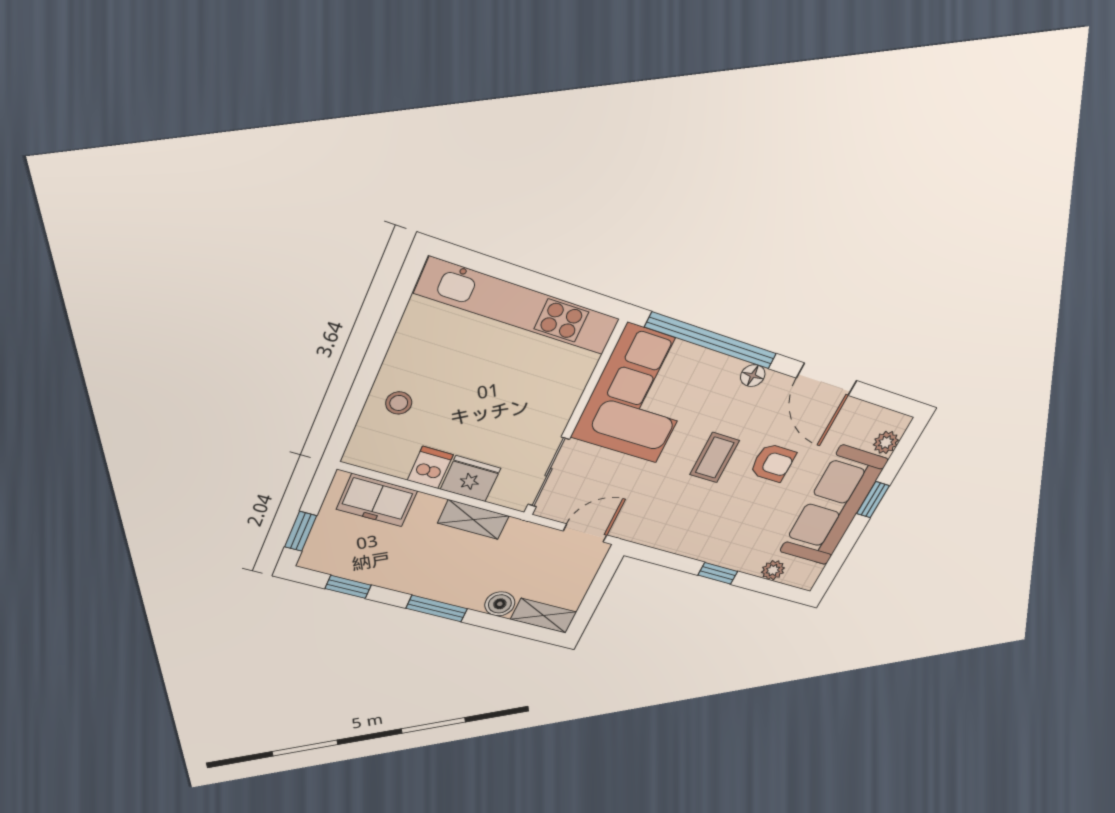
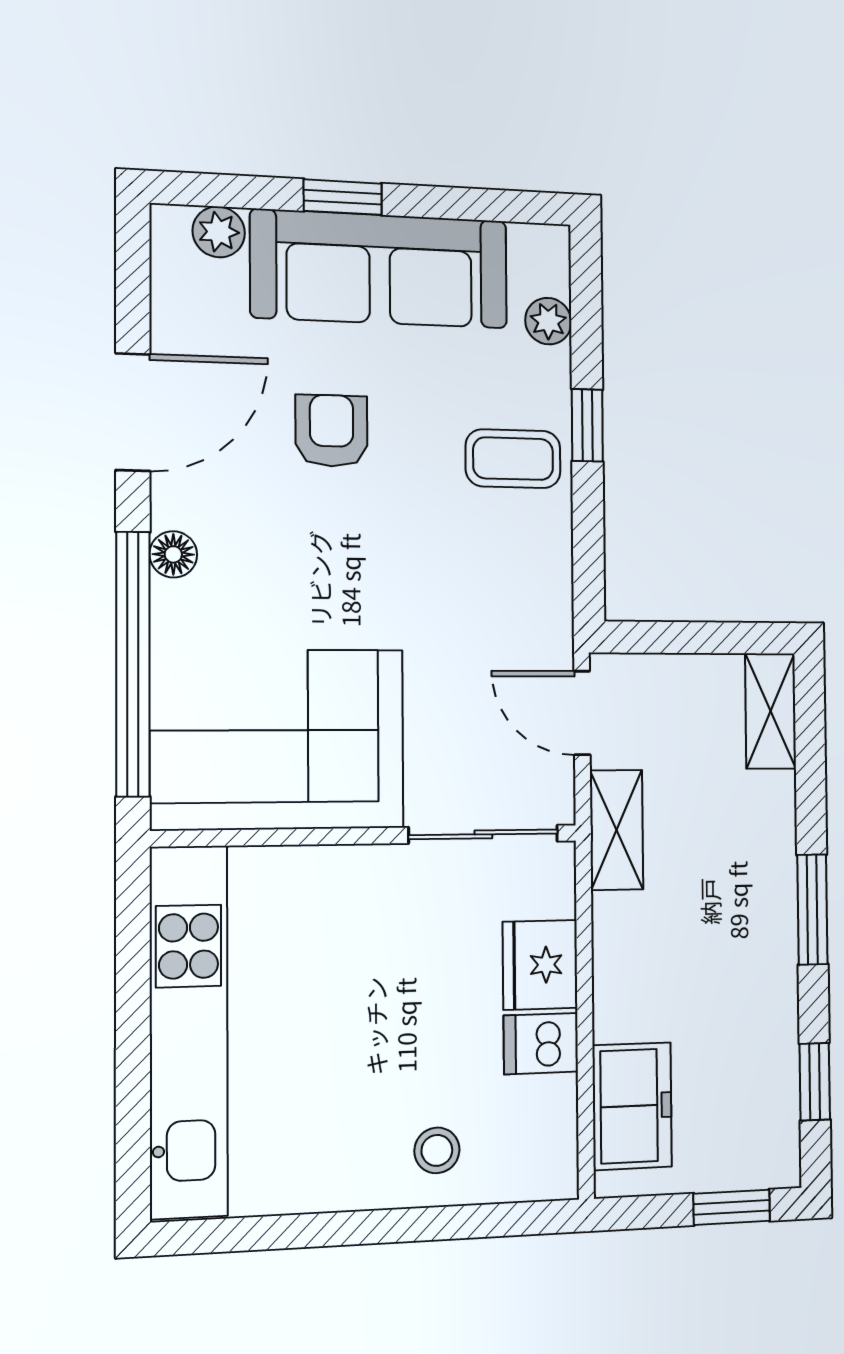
coffee table: (715, 458) -> (513, 459), moved
shelving: (473, 519) -> (617, 830), moved
boiler: (500, 604) -> (770, 801), removed

